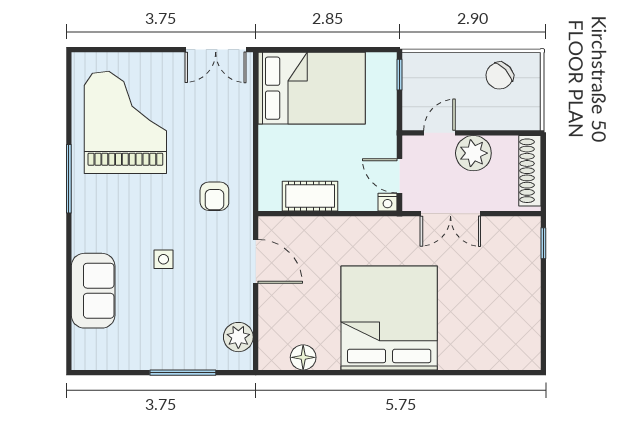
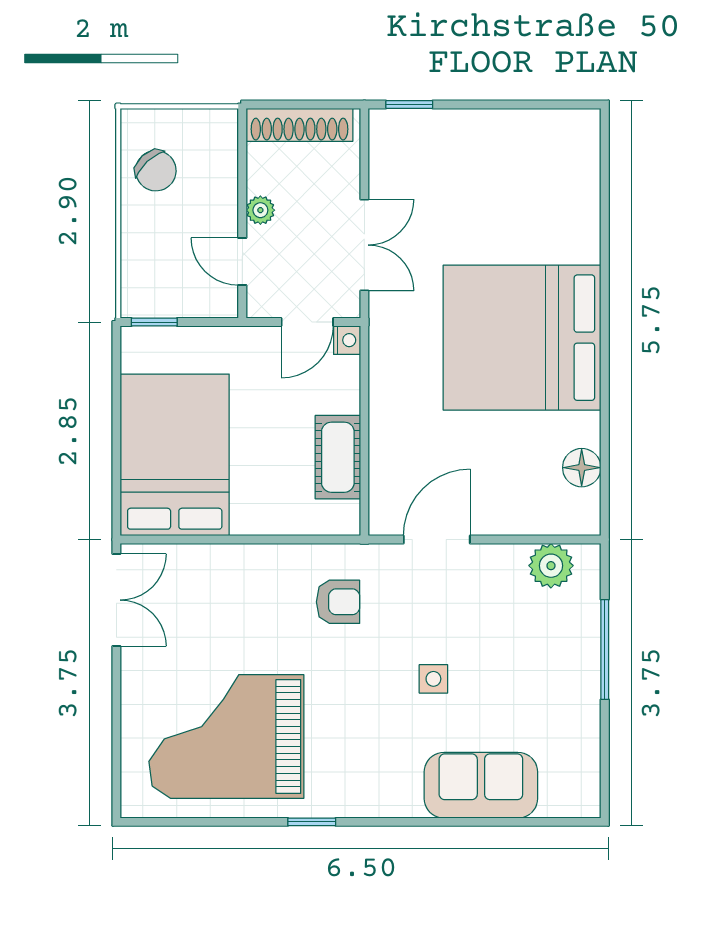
plant: (473, 153) -> (260, 210), width x0.53, depth x0.53
window: (69, 179) -> (312, 822), width x0.46

